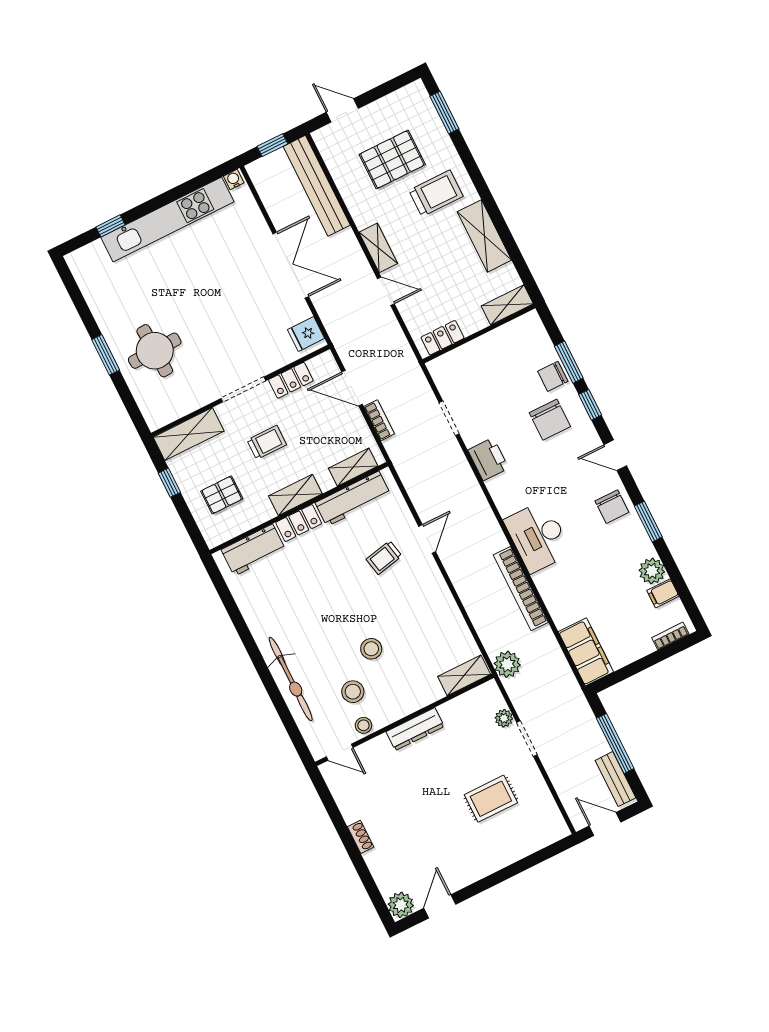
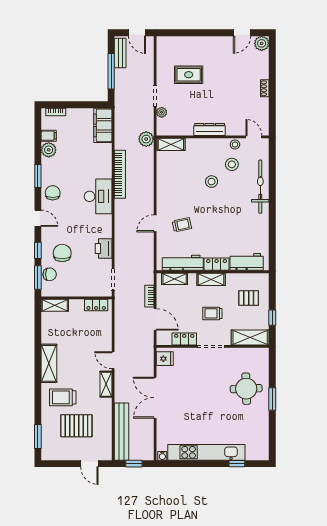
shelving: (507, 305) -> (55, 305), moved
wall: (479, 334) -> (77, 298), moved
locker: (442, 338) -> (96, 305), moved

